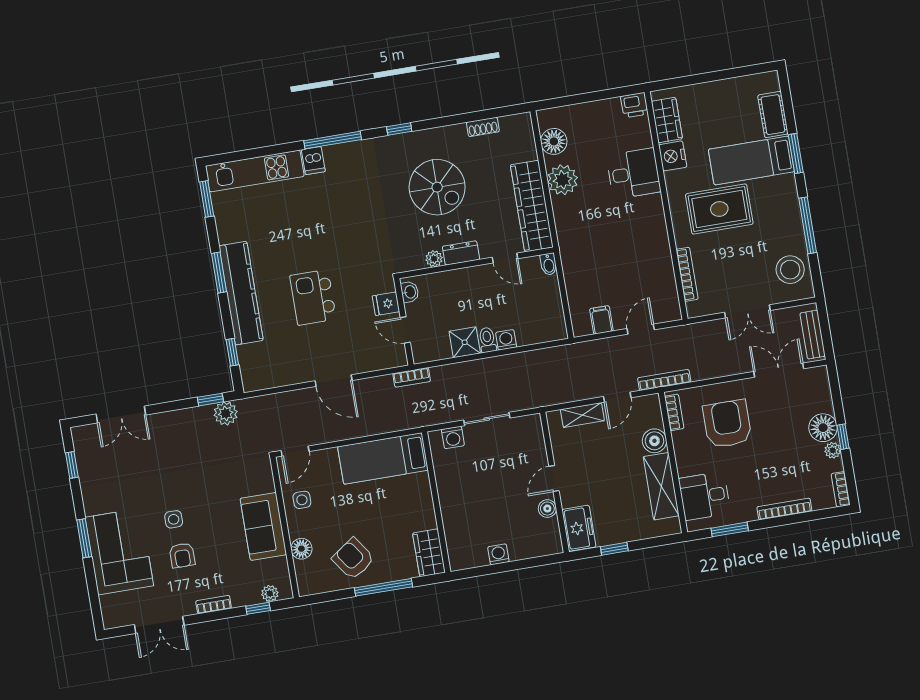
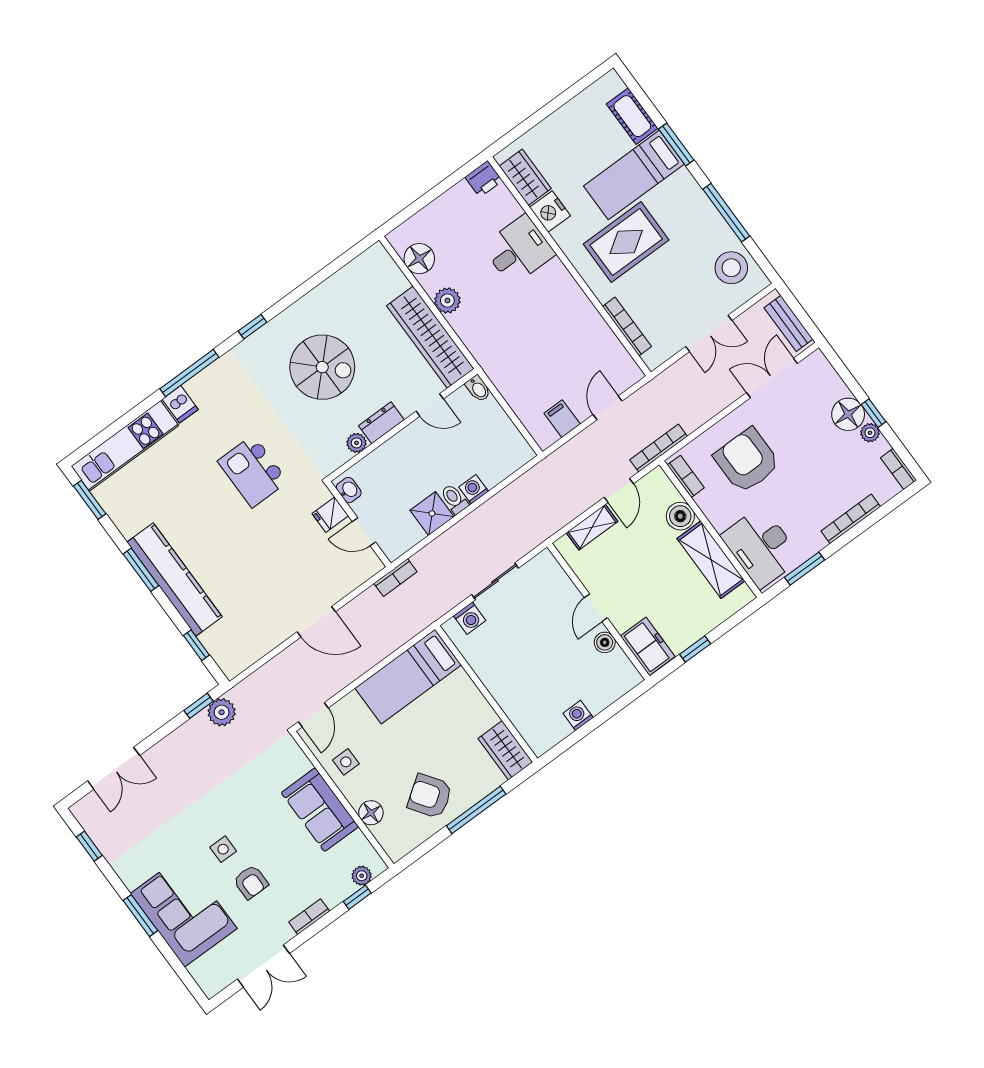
shoe rack: (483, 127) -> (338, 281), removed
plant: (563, 180) -> (447, 300), width x0.73, depth x0.73
kitchen island: (313, 297) -> (253, 471), moved
desk: (705, 496) -> (761, 547), width x1.37

